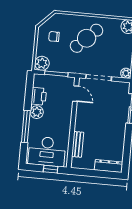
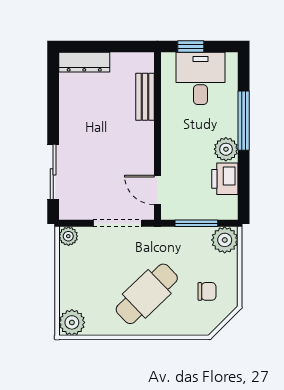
desk: (47, 151) -> (200, 78), width x0.73

